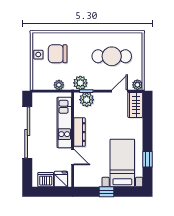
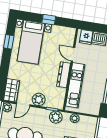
plant: (87, 100) -> (39, 99), moved

